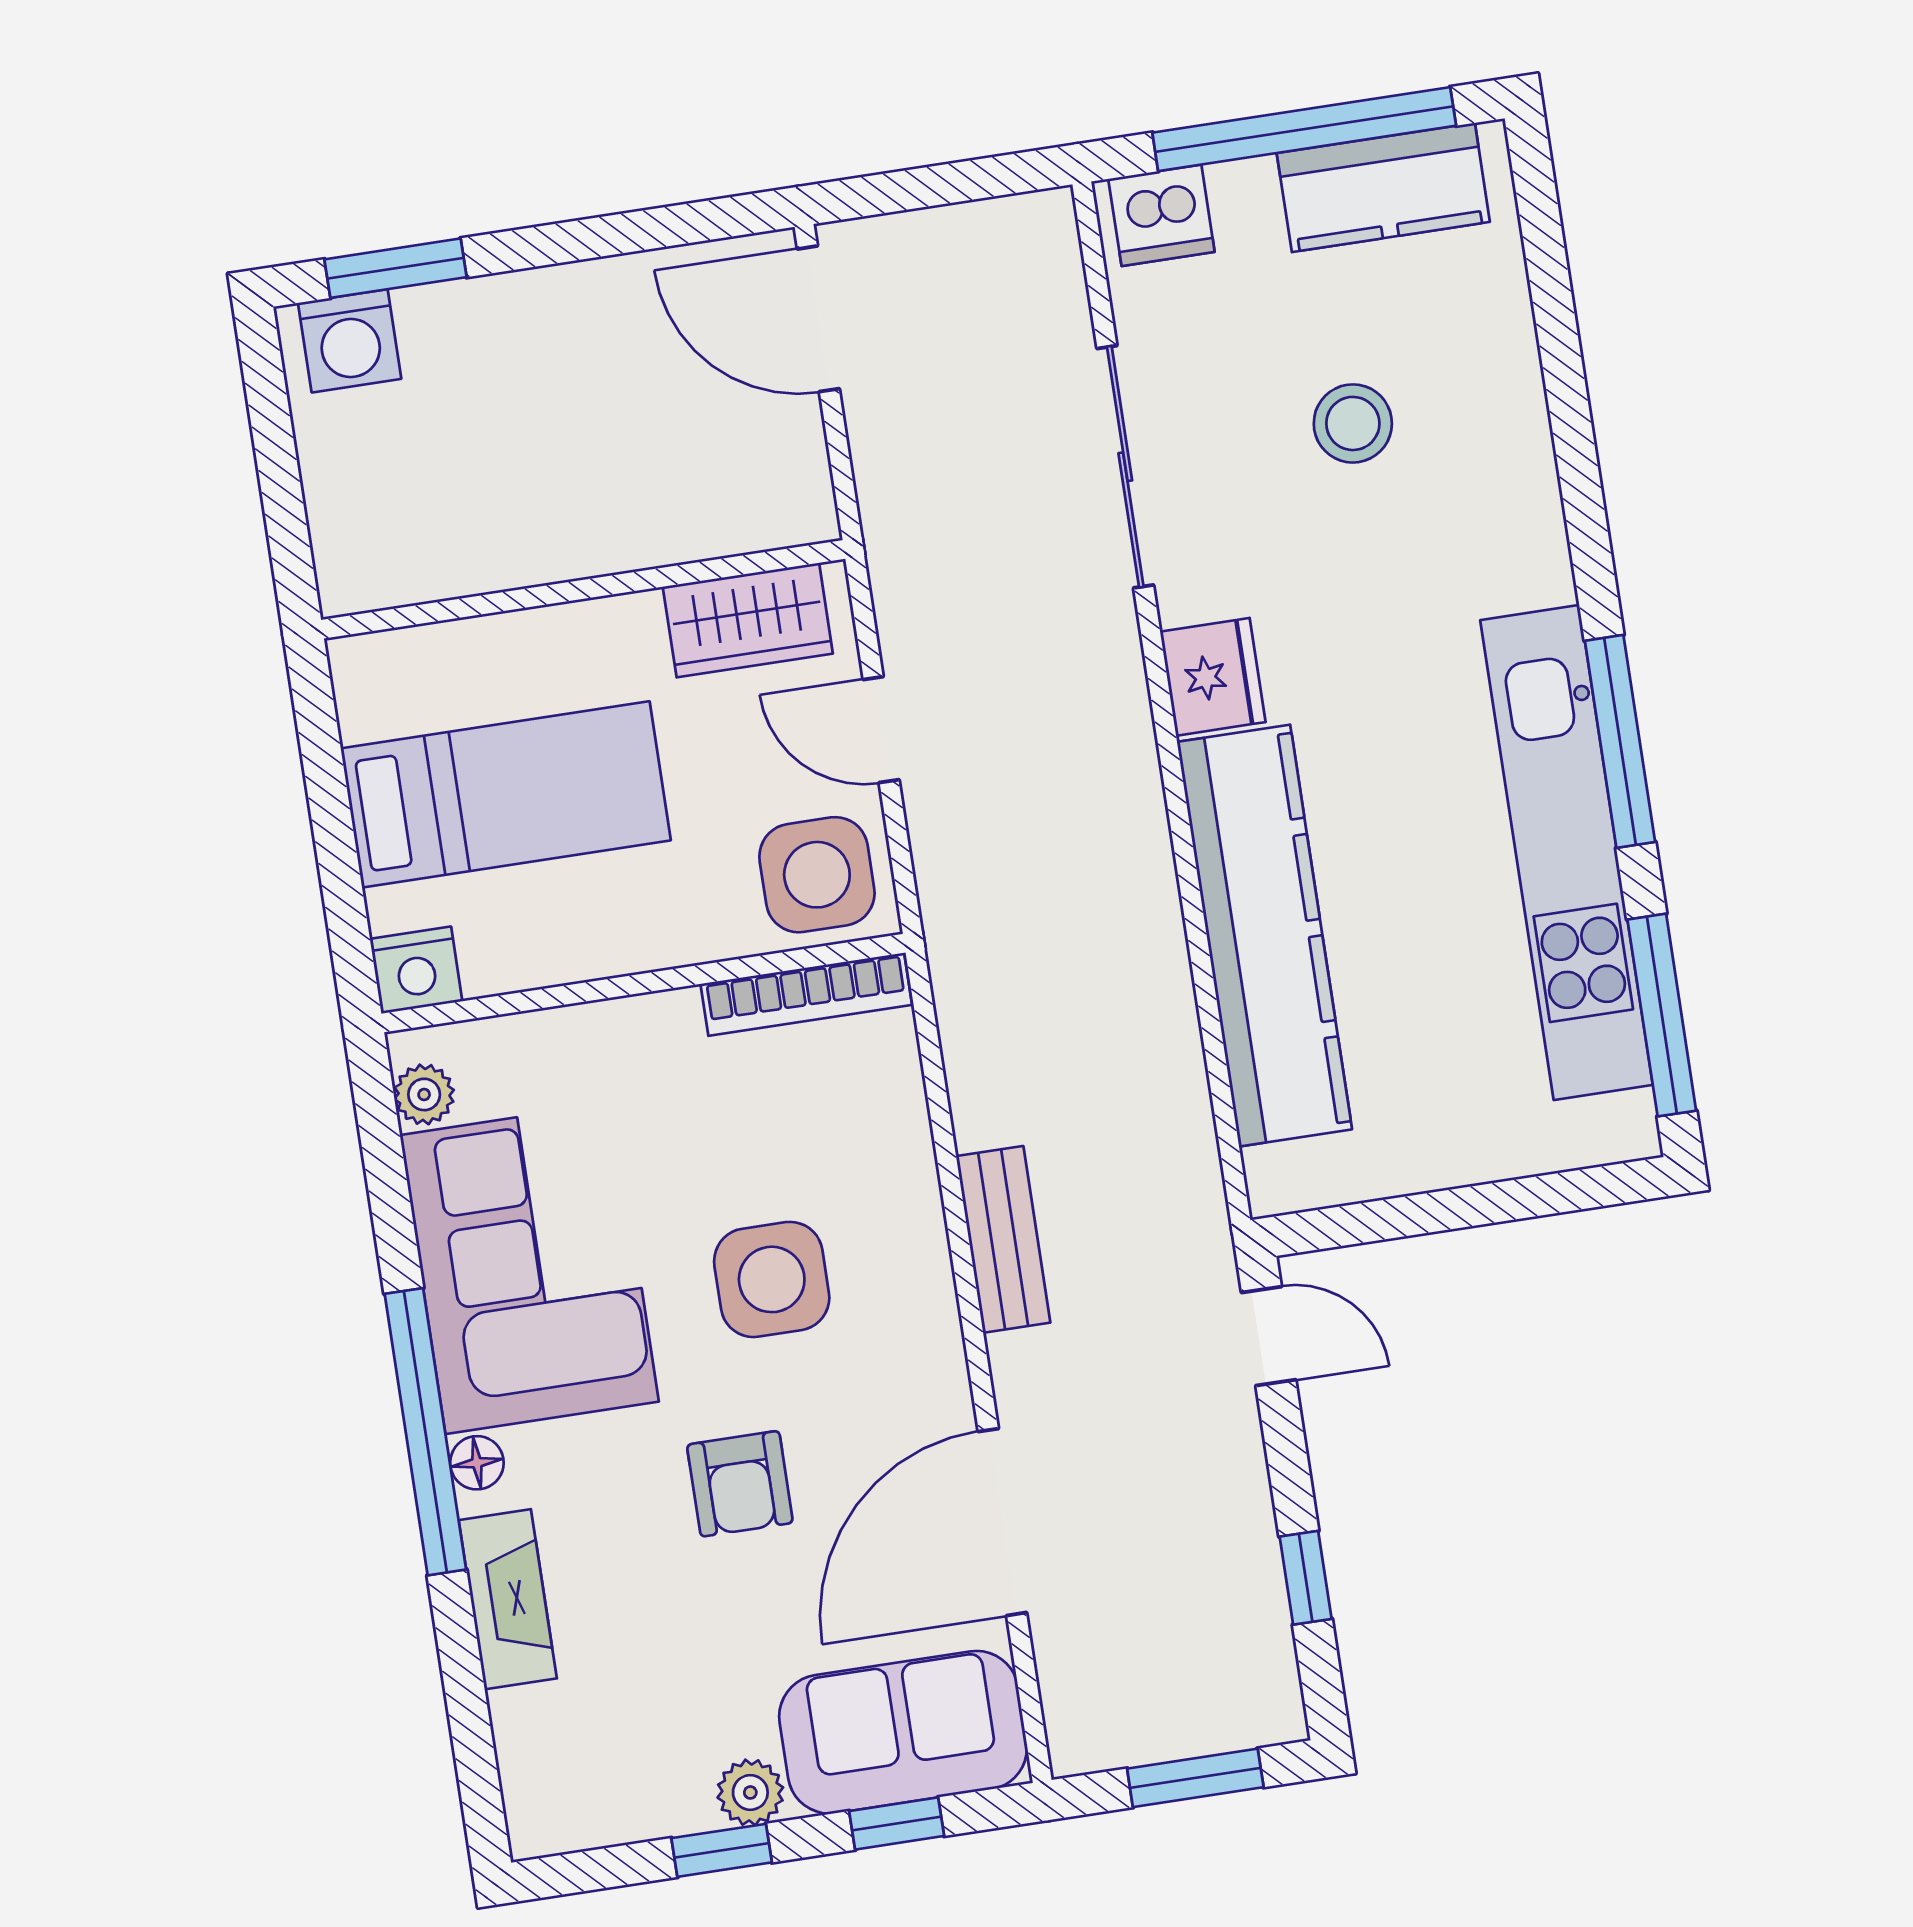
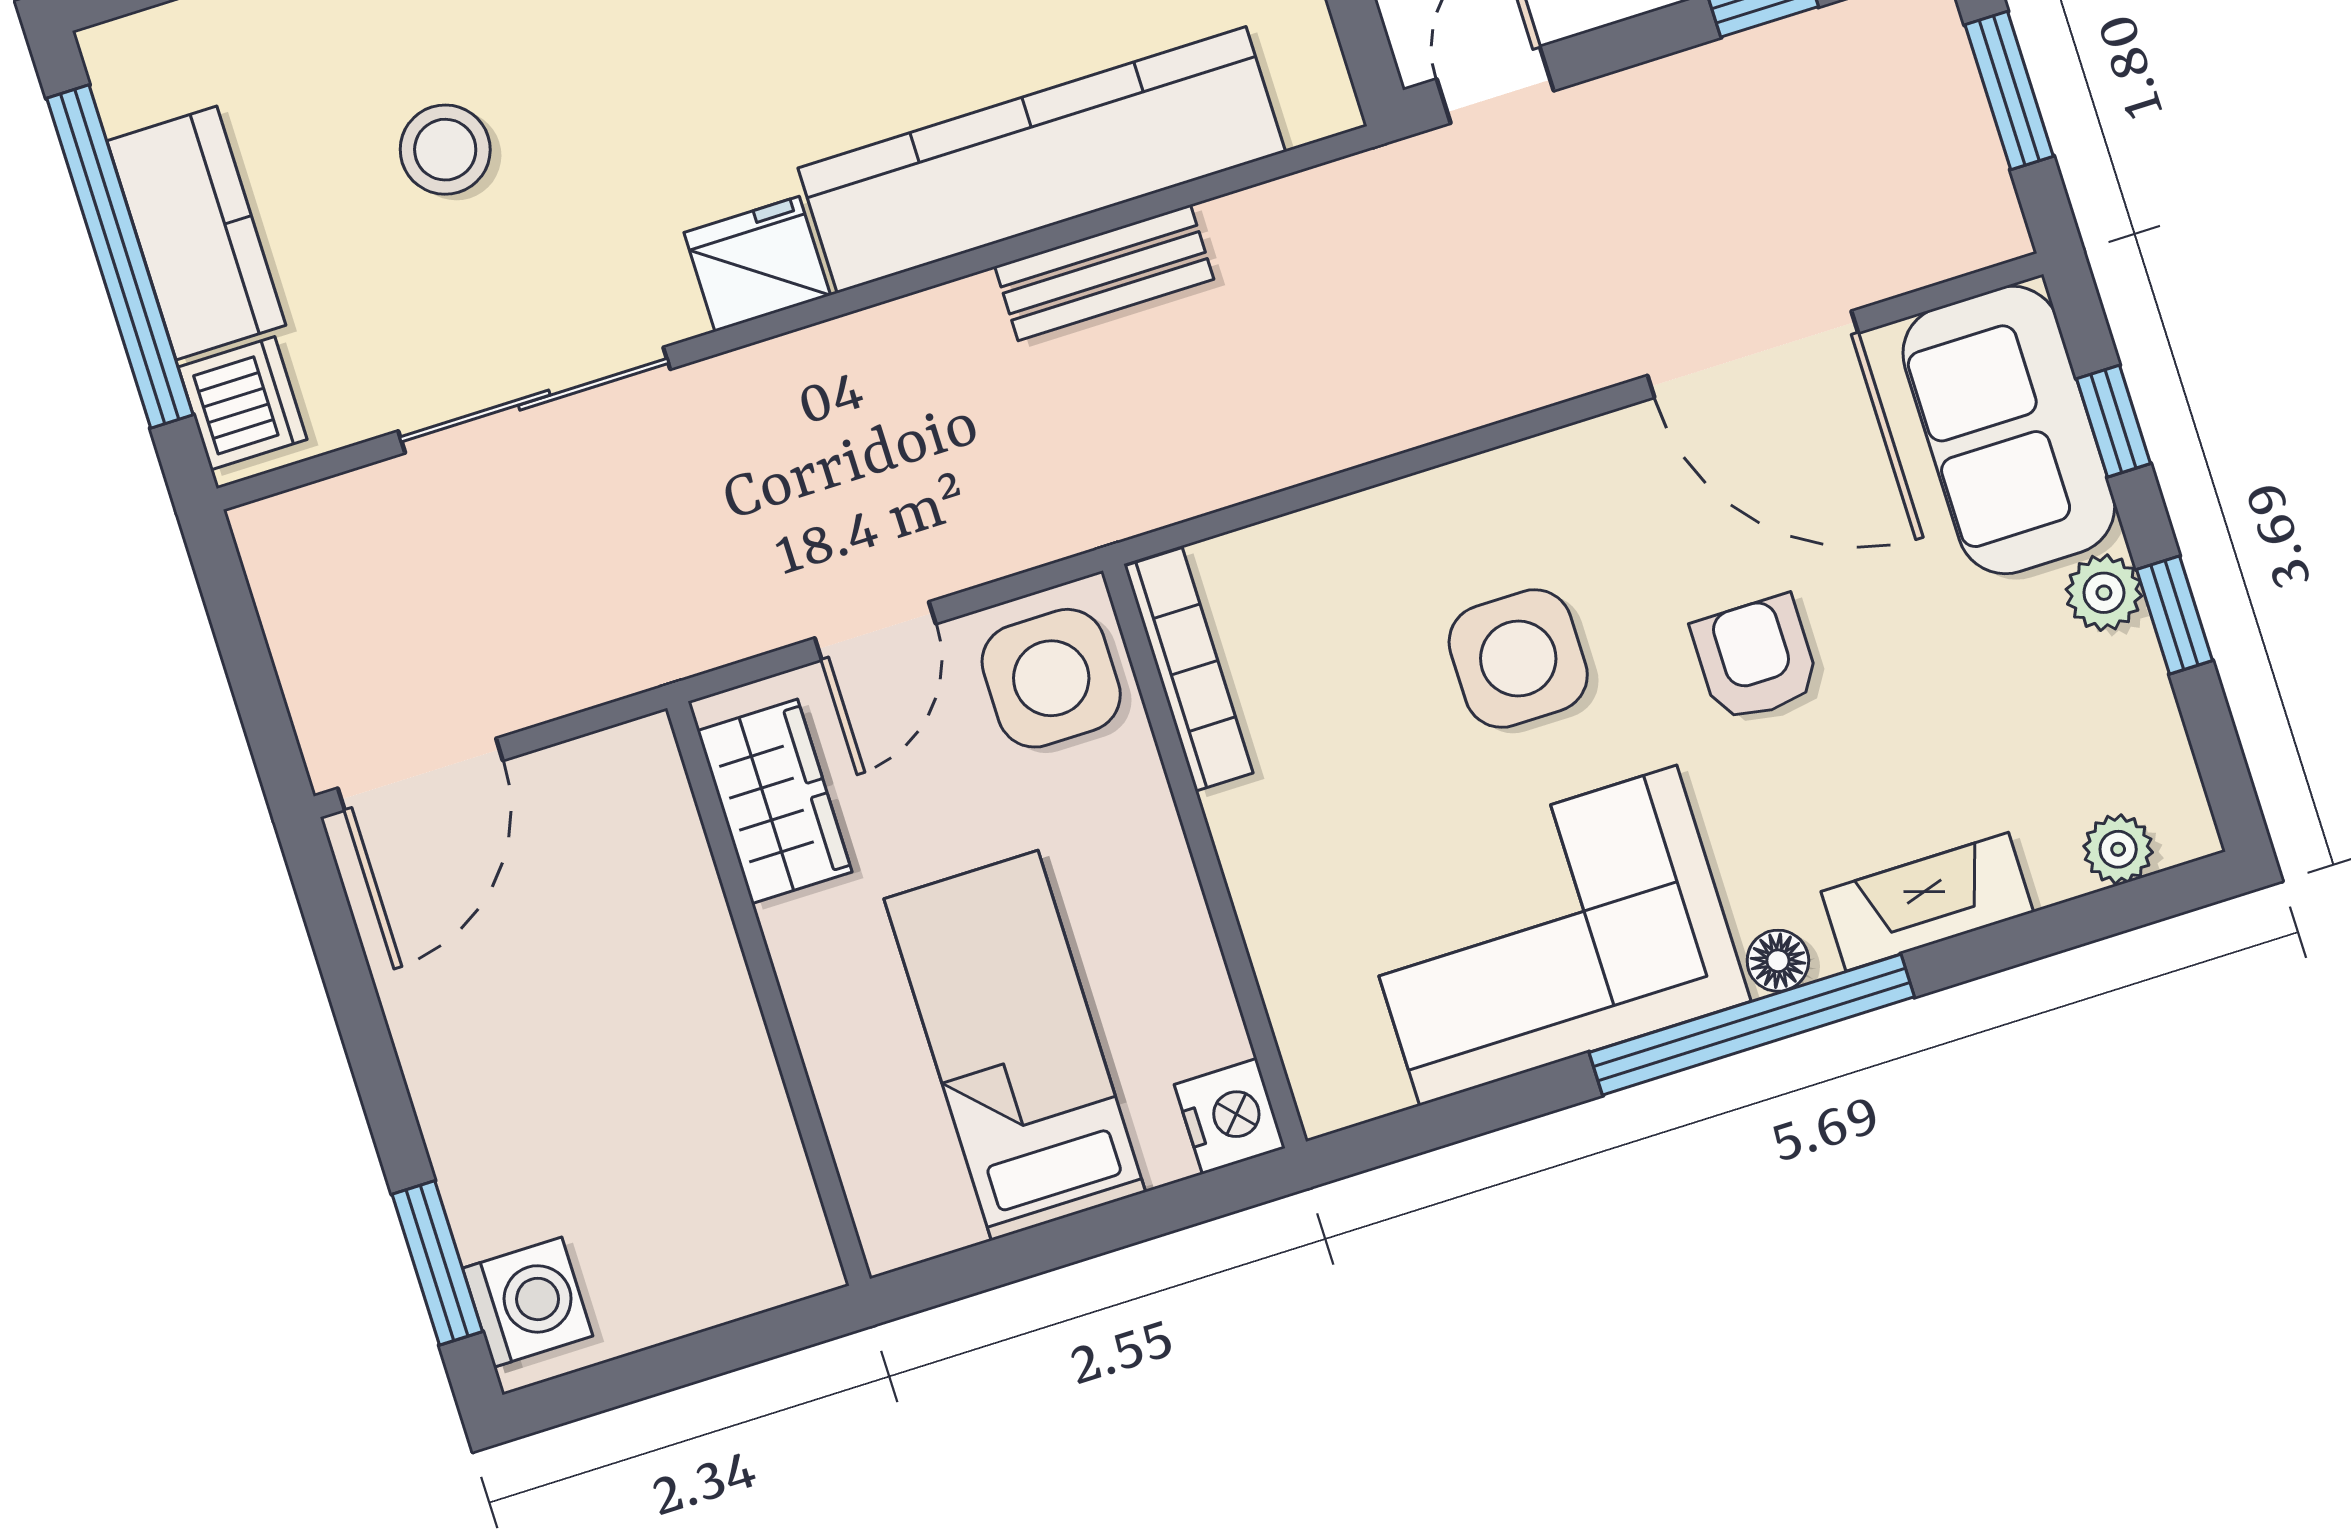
kitchen counter: (1383, 187) -> (196, 233), moved
plant: (424, 1094) -> (2118, 849), moved
bench: (1003, 1239) -> (1104, 273), moved
armchair: (740, 1484) -> (1756, 659), turned -90

